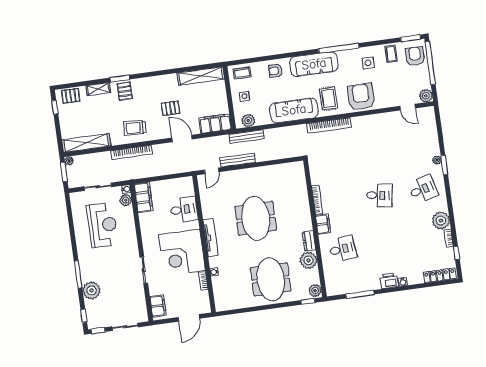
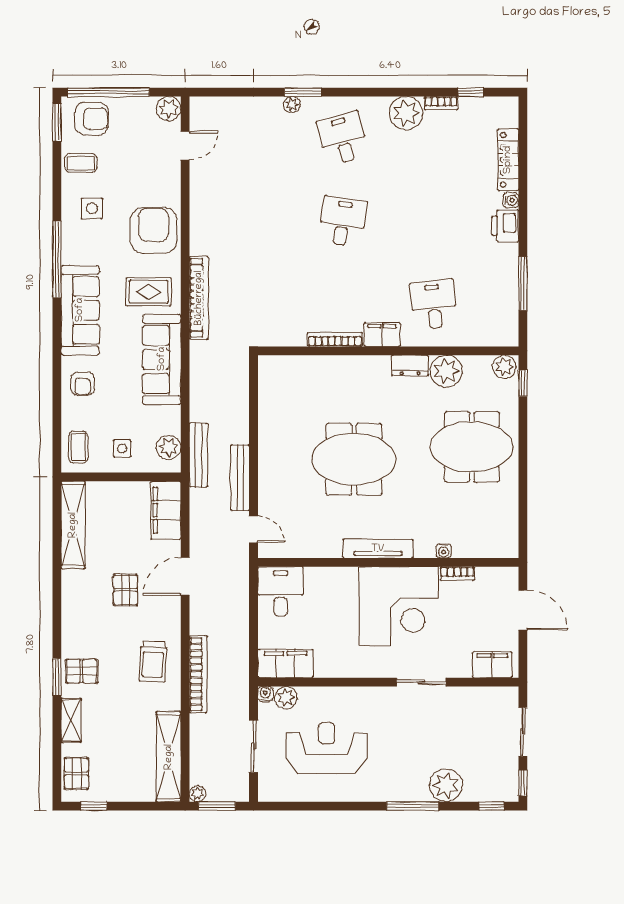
armchair: (415, 56) -> (92, 119), turned 180
armchair: (361, 97) -> (154, 230), turned 90
desk: (184, 209) -> (281, 591), moved
locker: (440, 275) -> (508, 160), moved

